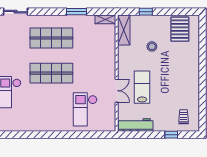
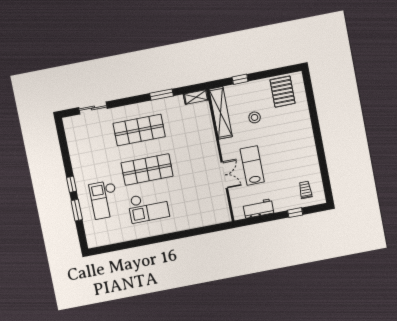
shelving: (124, 30) -> (221, 113), width x1.47
checkout: (85, 109) -> (148, 207), moved, turned -90
workbench: (136, 125) -> (258, 208), width x0.73

